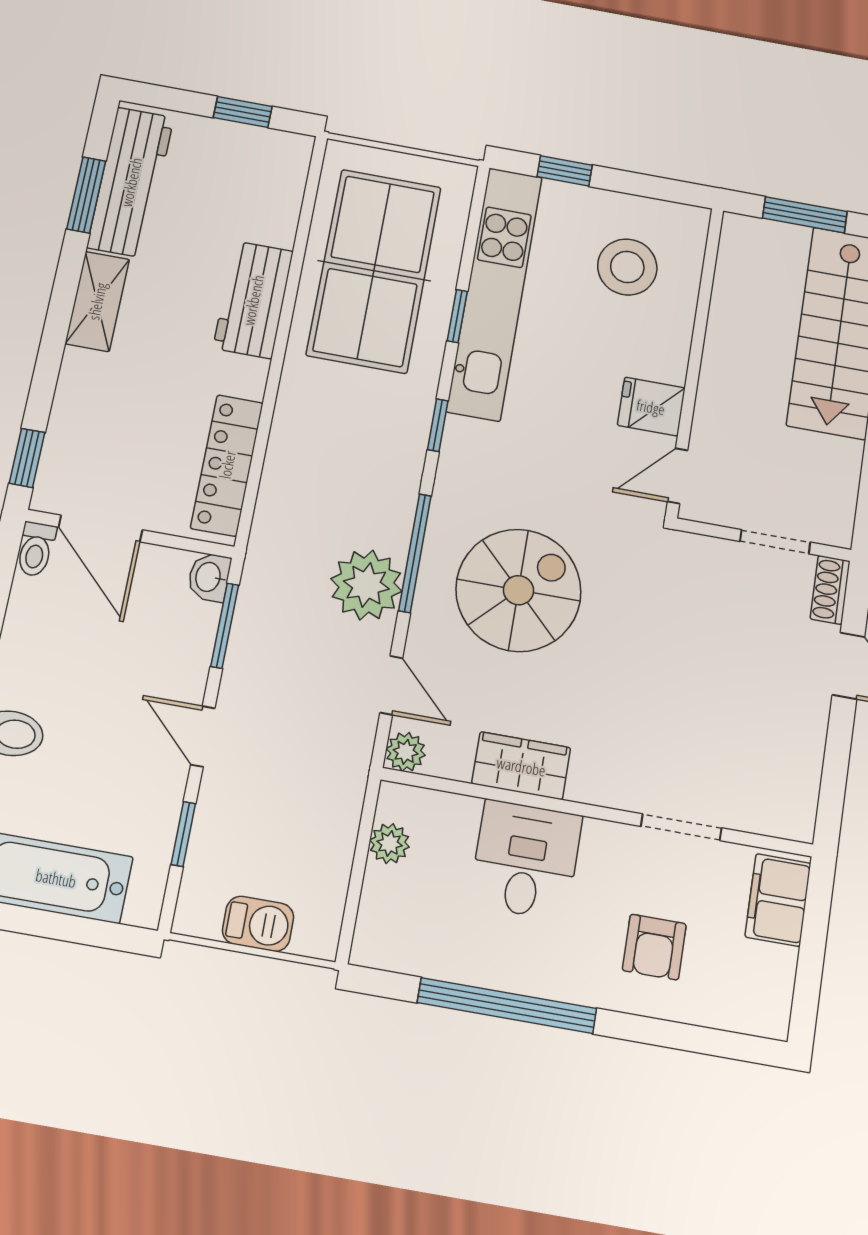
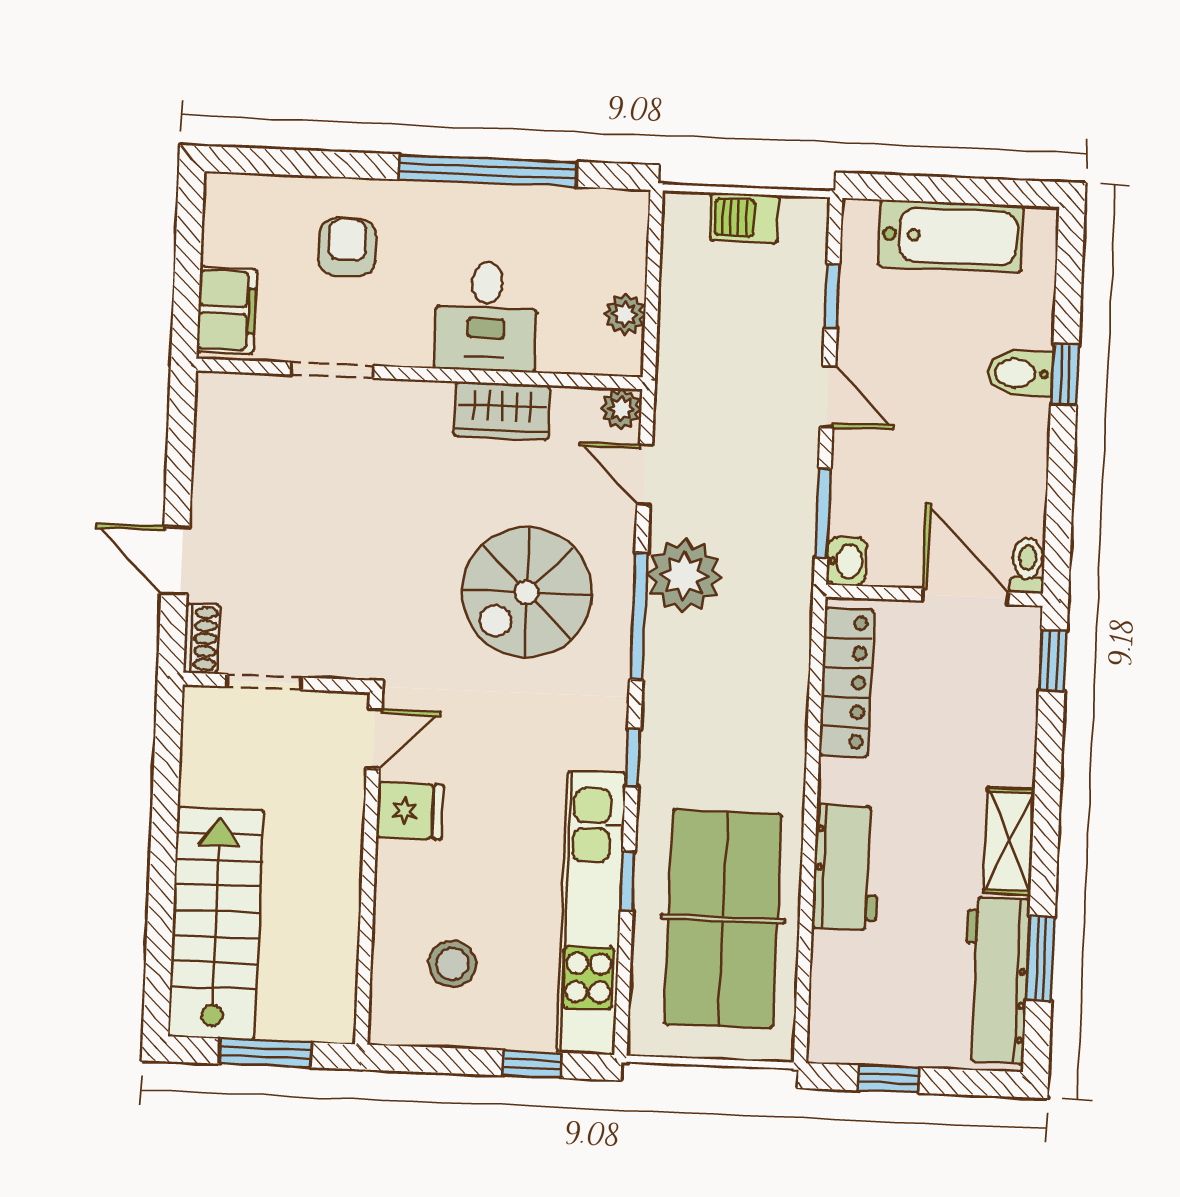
stool: (627, 267) -> (452, 964), width x0.73, depth x0.73

